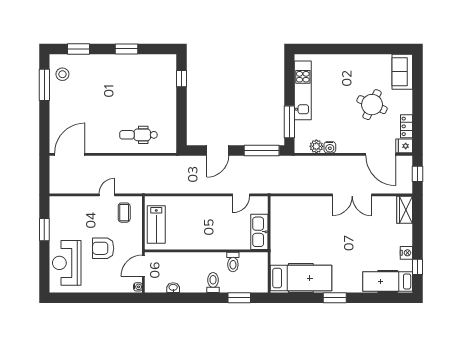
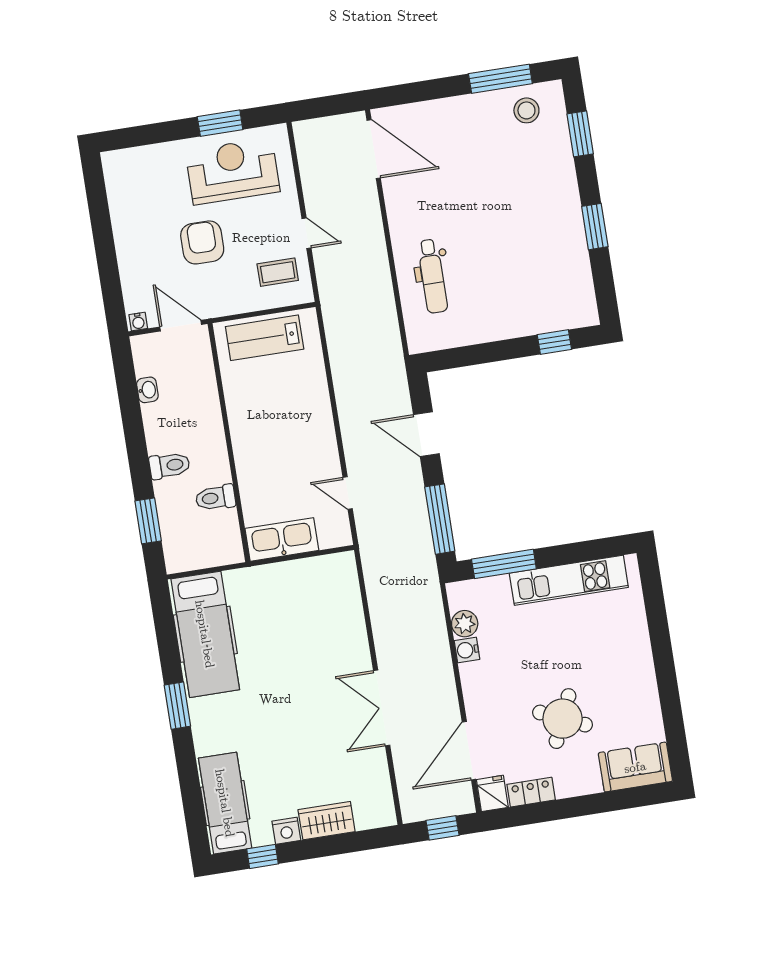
dental chair: (139, 135) -> (432, 276), turned 180
wardrobe: (405, 210) -> (327, 821), moved
reception desk: (67, 263) -> (233, 171), moved

